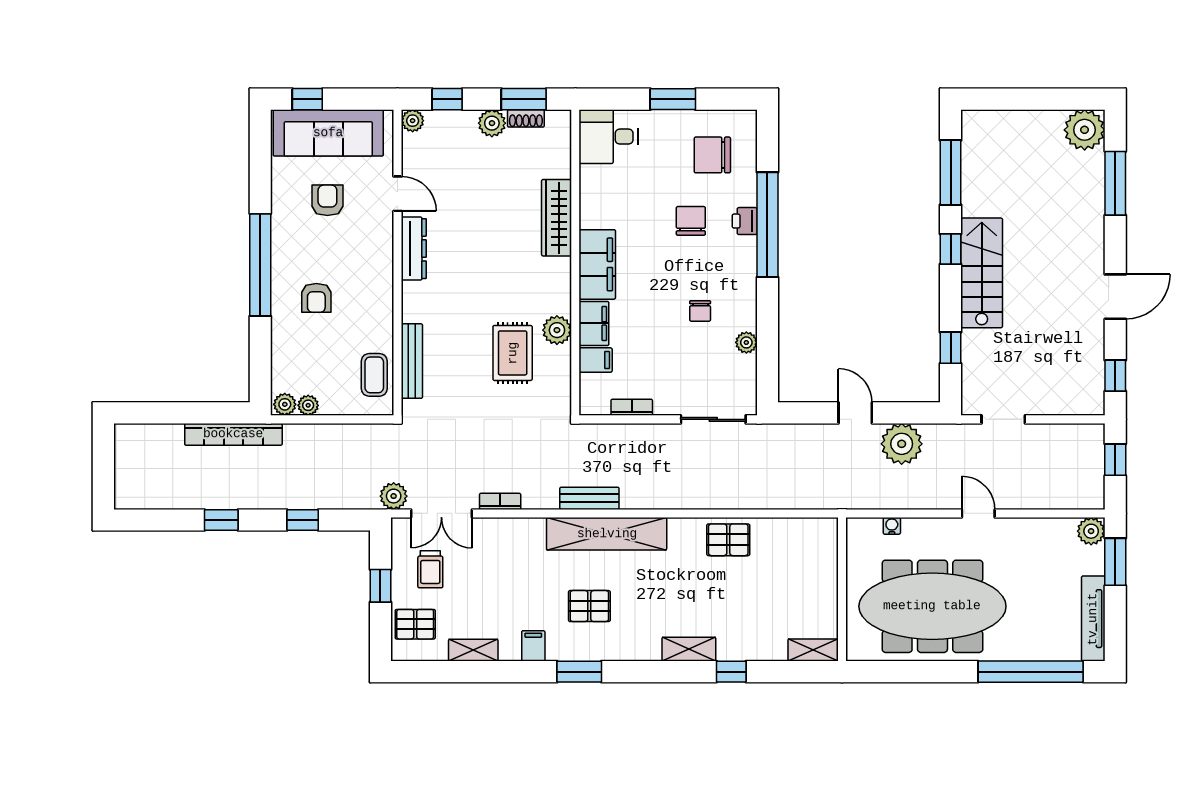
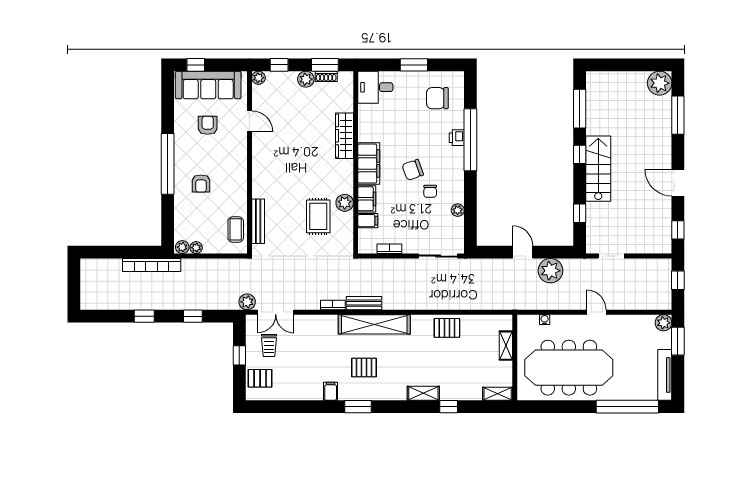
chair: (691, 221) -> (413, 170), moved, turned -109
dresser: (414, 249) -> (259, 154), removed
door: (1115, 297) -> (678, 183), swing flipped
bookcase: (500, 501) -> (333, 305), moved
shelving: (473, 650) -> (506, 346), moved, turned 90

